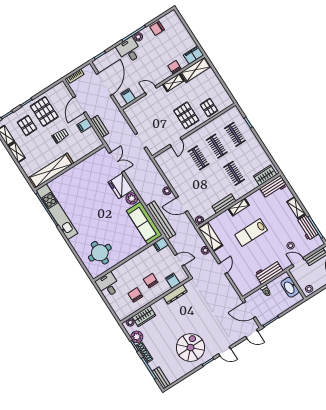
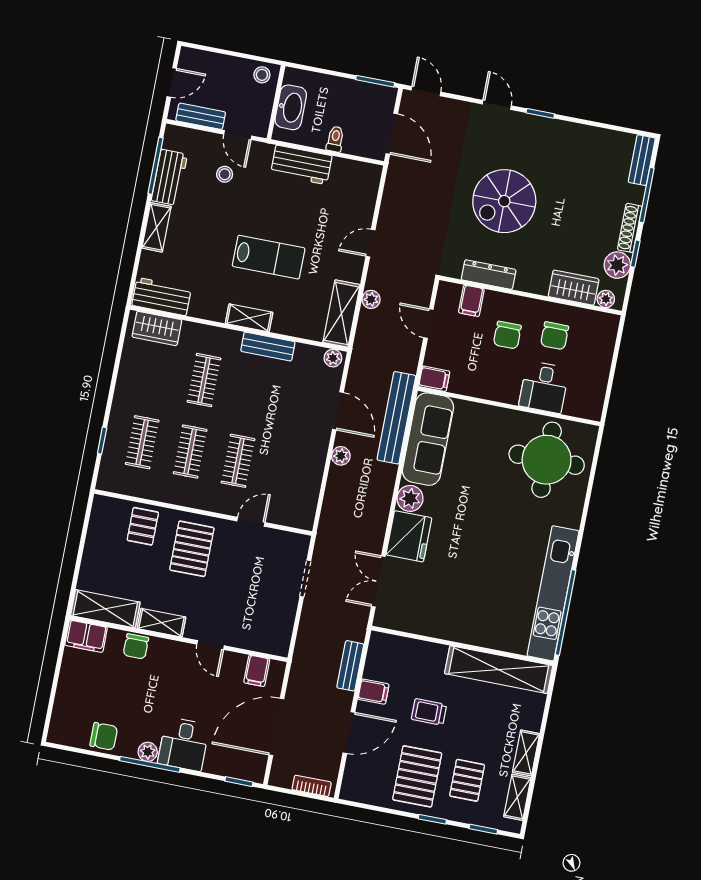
round table: (100, 253) -> (547, 460), width x1.36, depth x1.36
desk: (108, 285) -> (544, 387), moved
spiral stairs: (190, 348) -> (504, 201), moved

